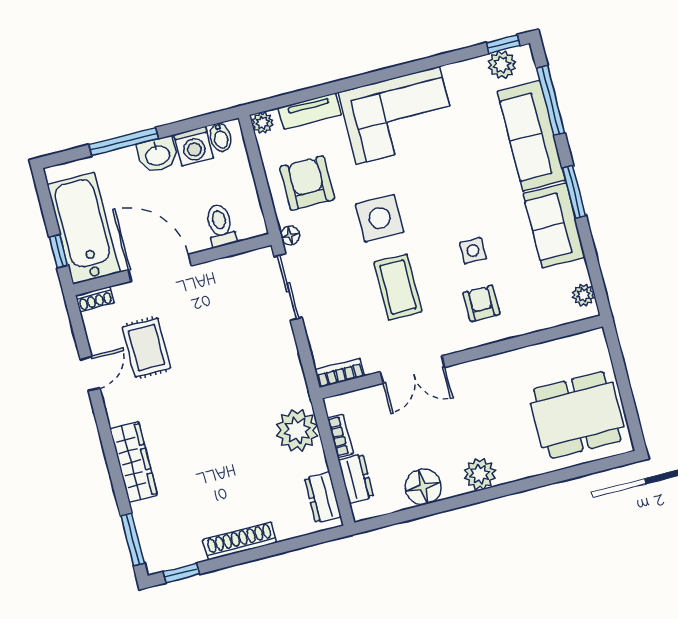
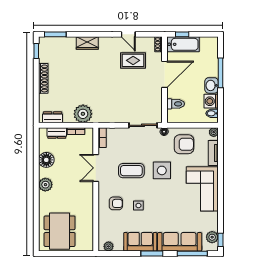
bathtub: (84, 228) -> (183, 44), width x0.73, depth x0.73
wardrobe: (134, 462) -> (87, 43), width x0.67

